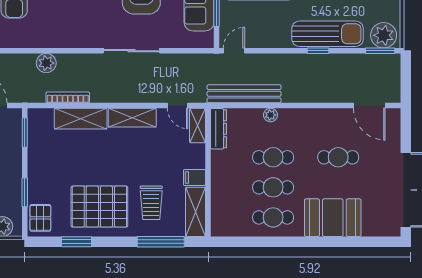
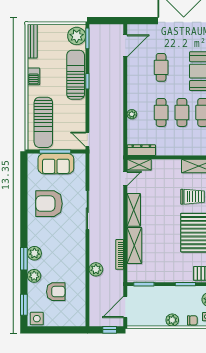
bench: (244, 94) -> (117, 133), removed
filing cabinet: (194, 177) -> (175, 167), removed

